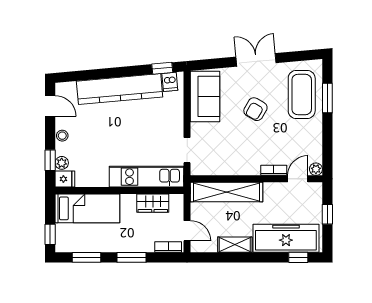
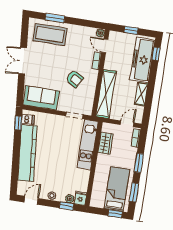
armchair: (255, 109) -> (75, 79), moved
bed: (87, 208) -> (117, 189), moved

